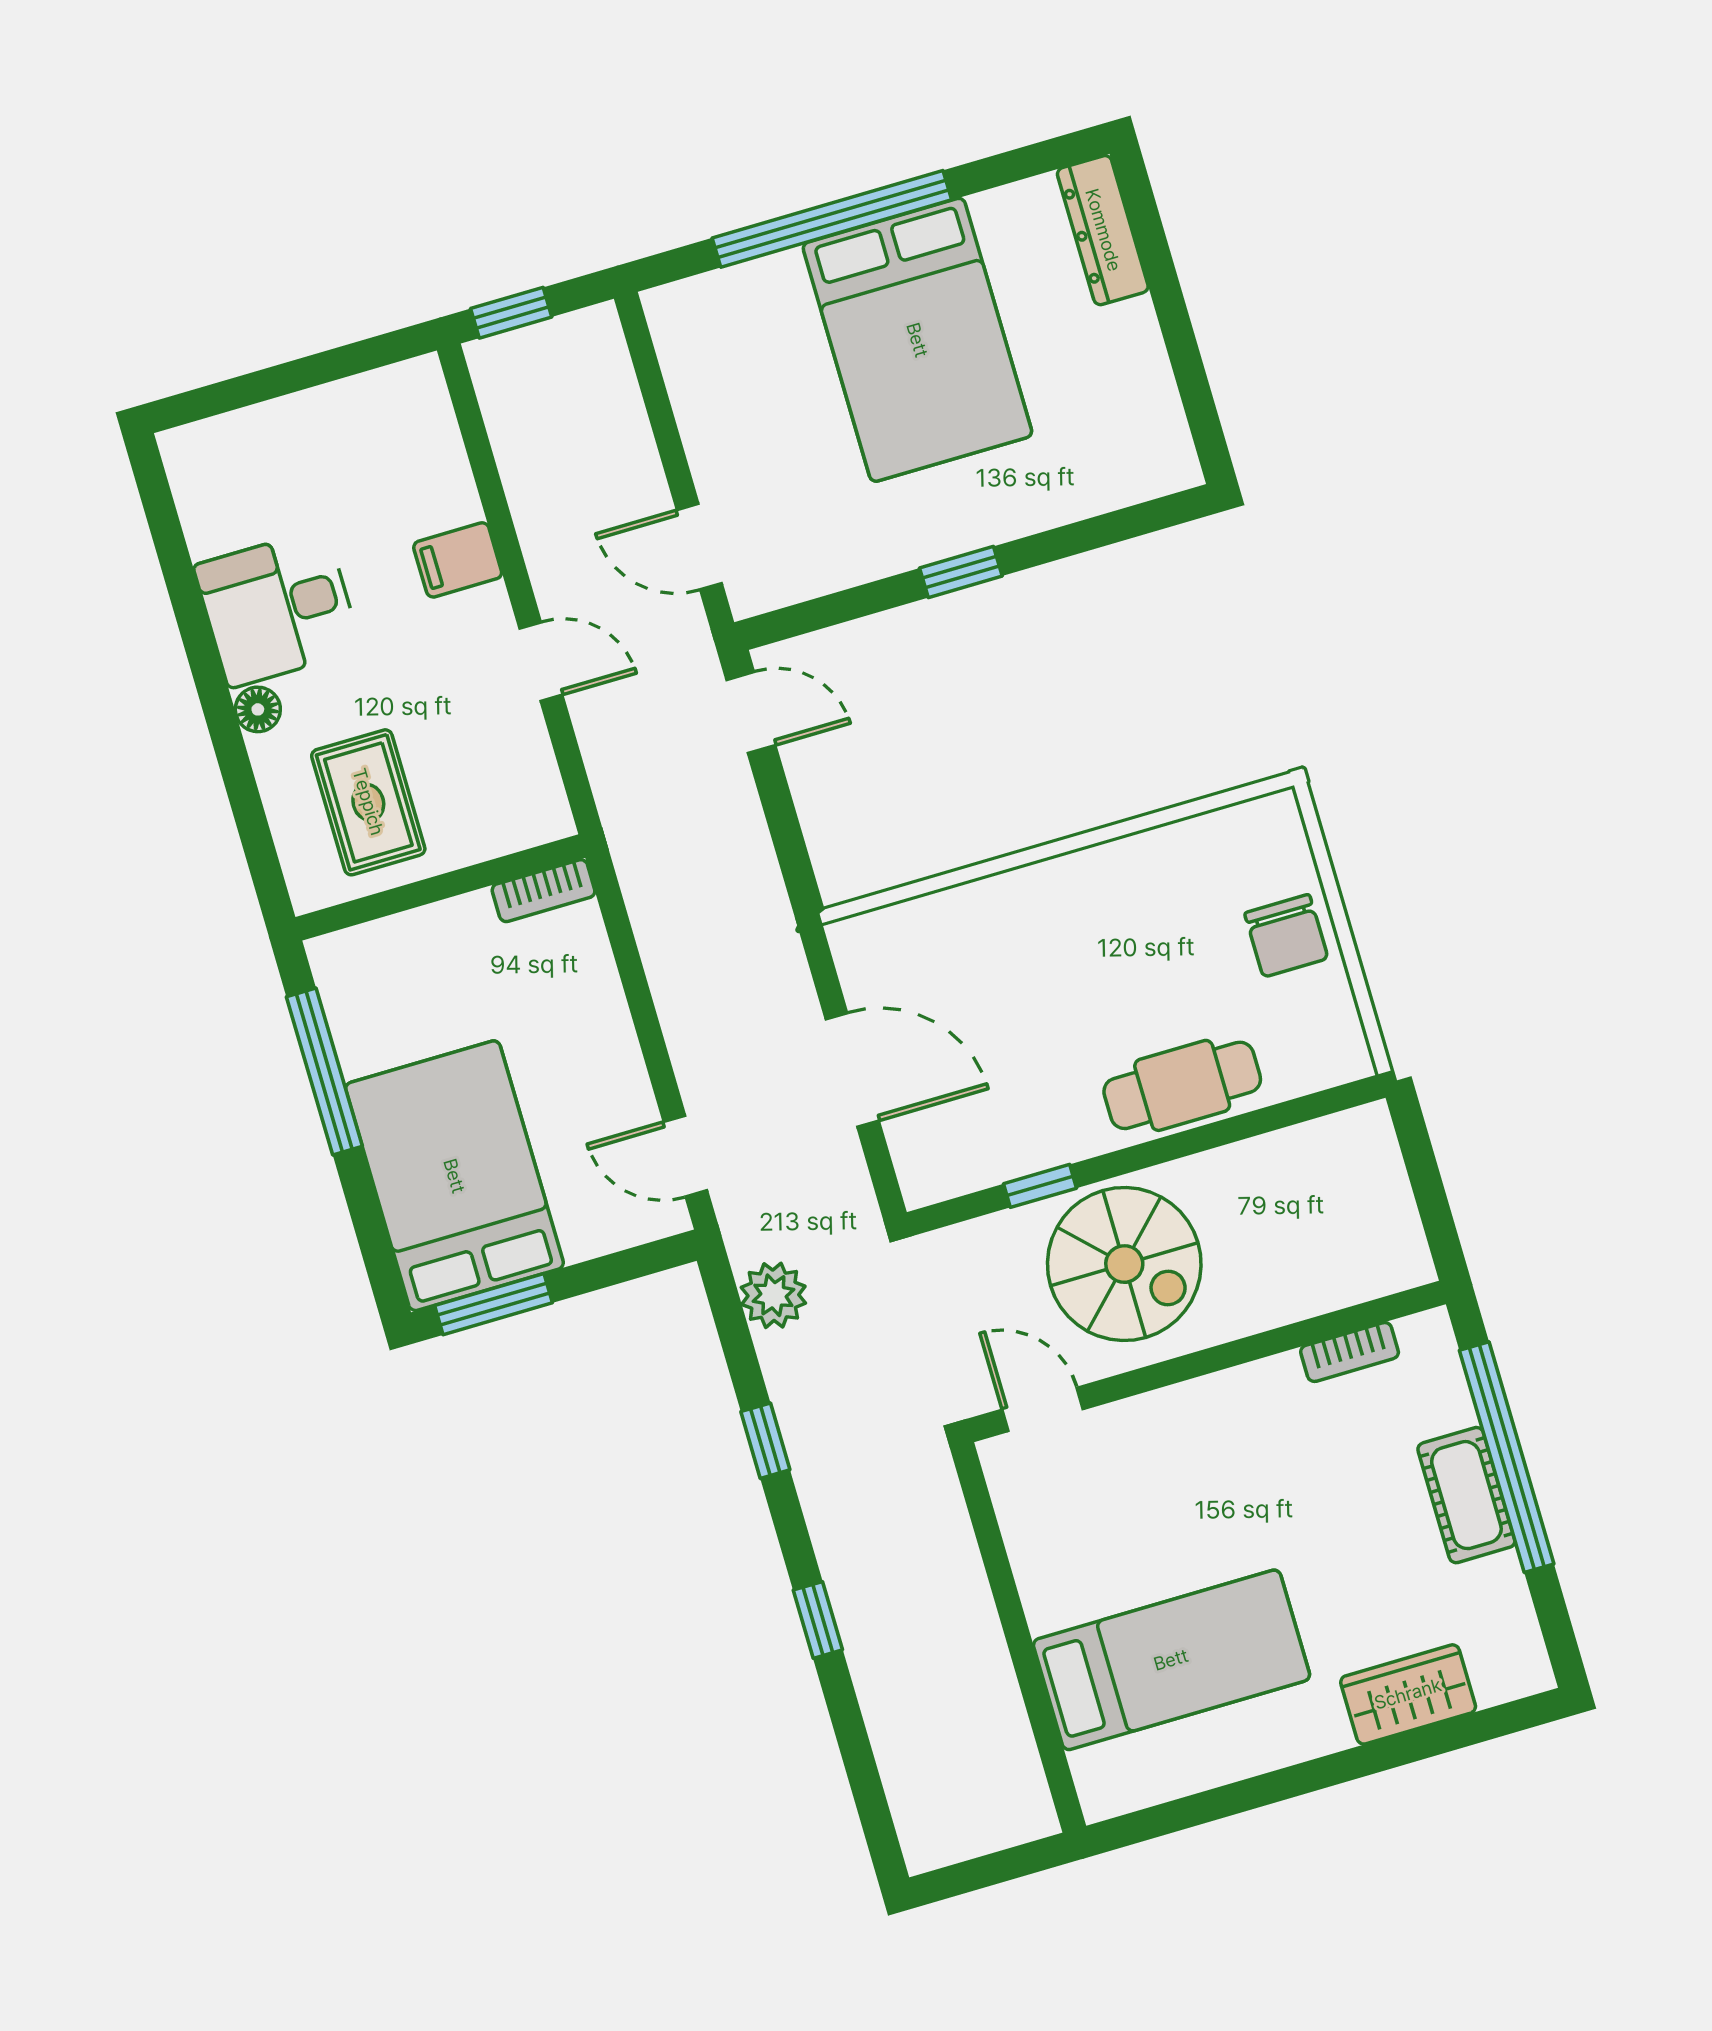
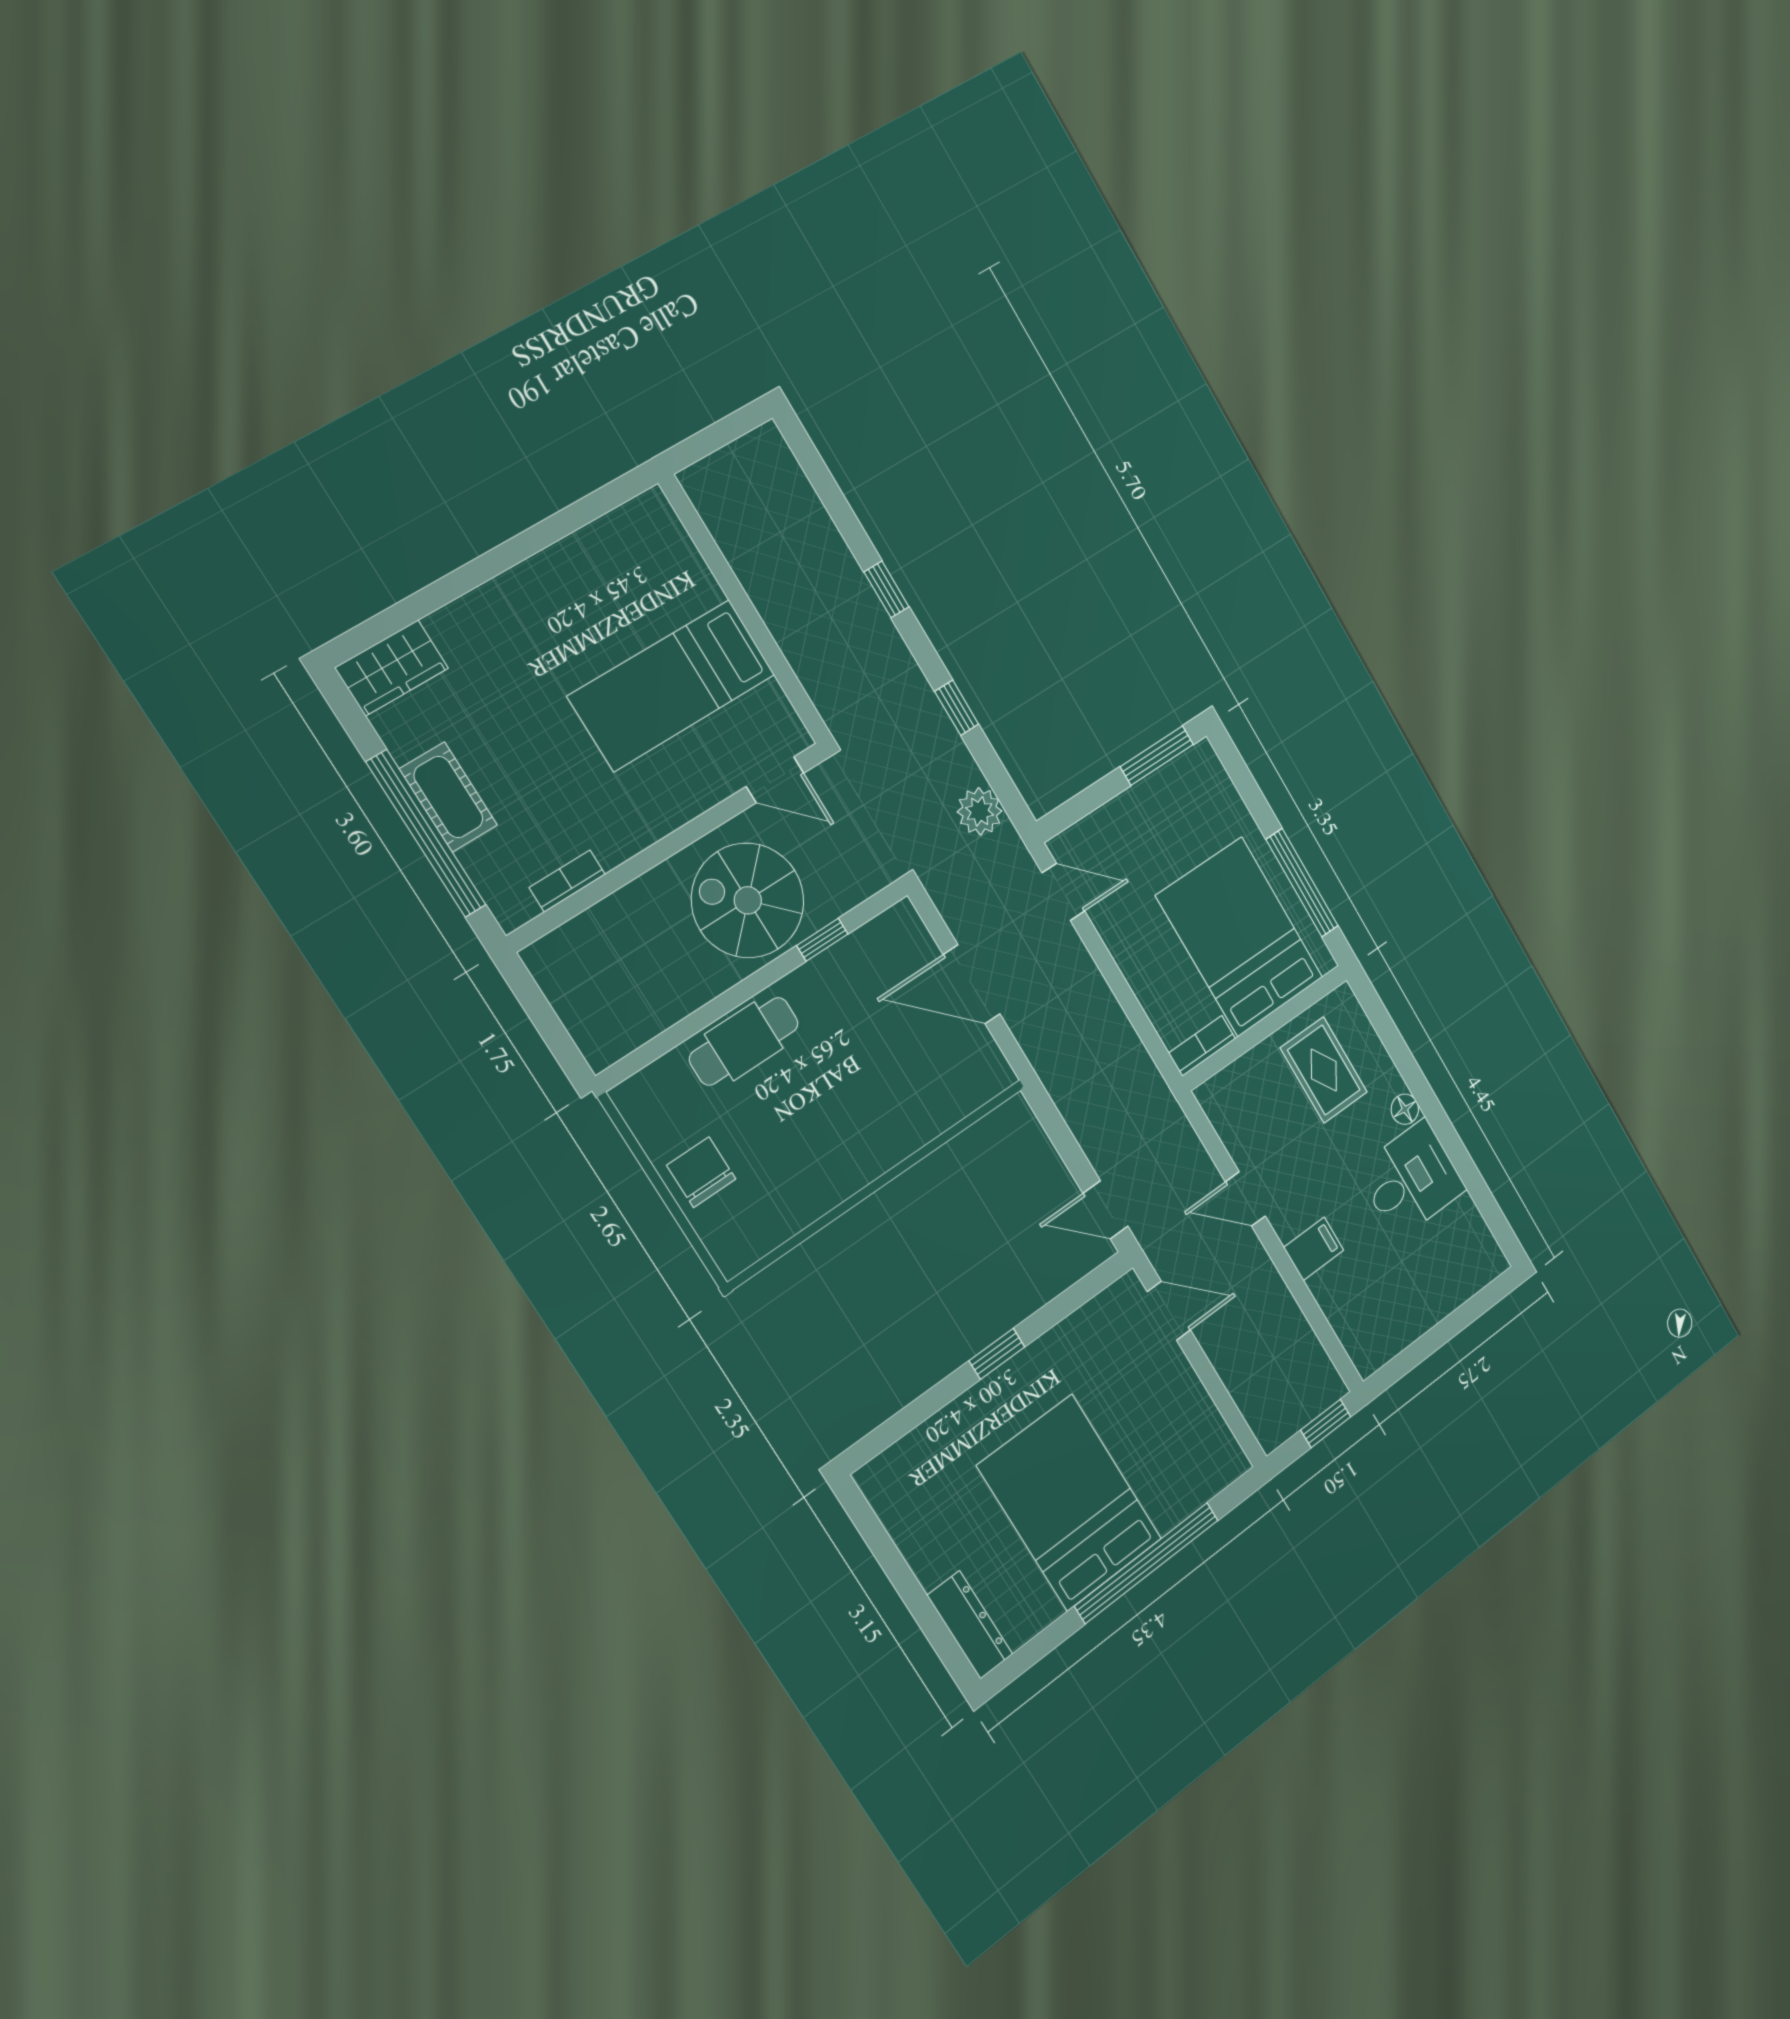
bed: (454, 1176) -> (1240, 937), moved, turned 180
bed: (1171, 1660) -> (672, 685), moved
wardrobe: (1408, 1694) -> (392, 668), moved

